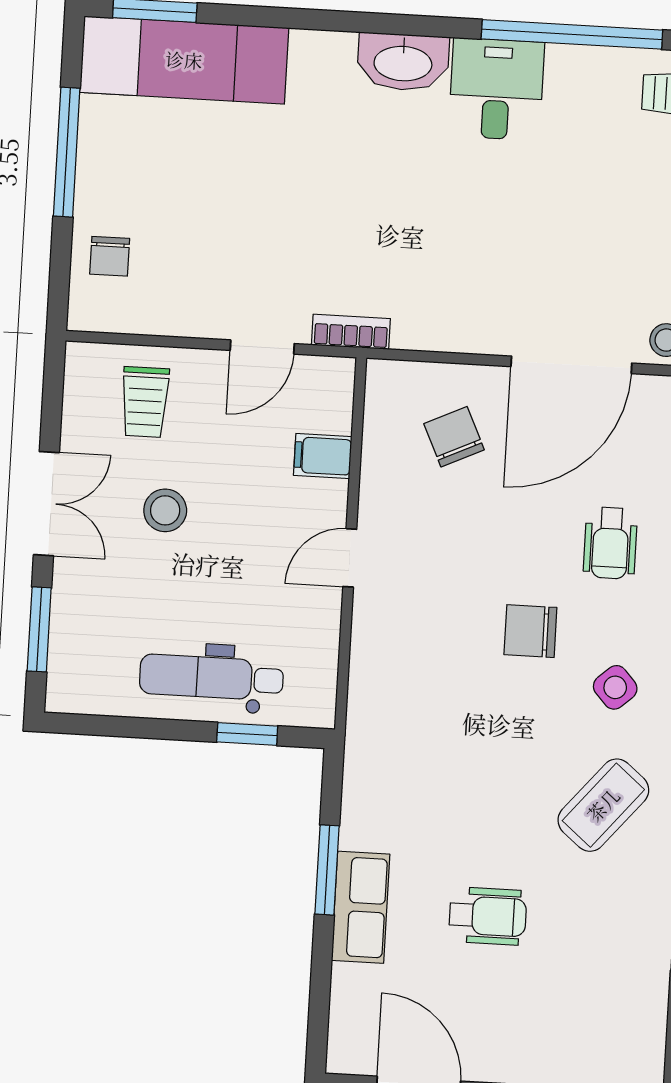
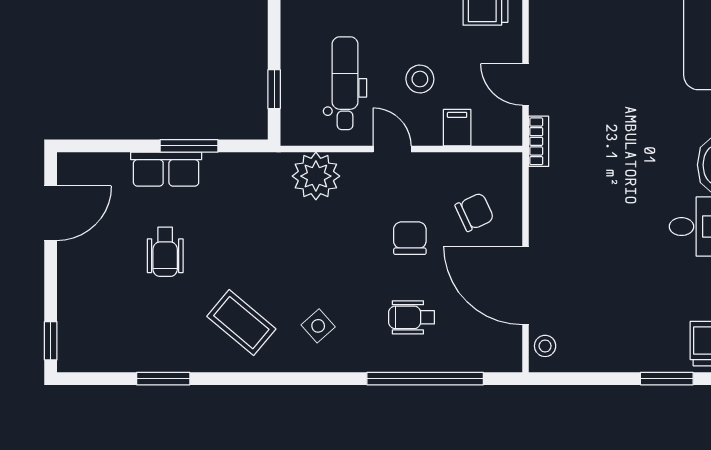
stool: (165, 510) -> (420, 79), moved
chair: (530, 631) -> (410, 238), moved
dental chair: (211, 677) -> (345, 83), moved
plant: (385, 677) -> (316, 176), added

